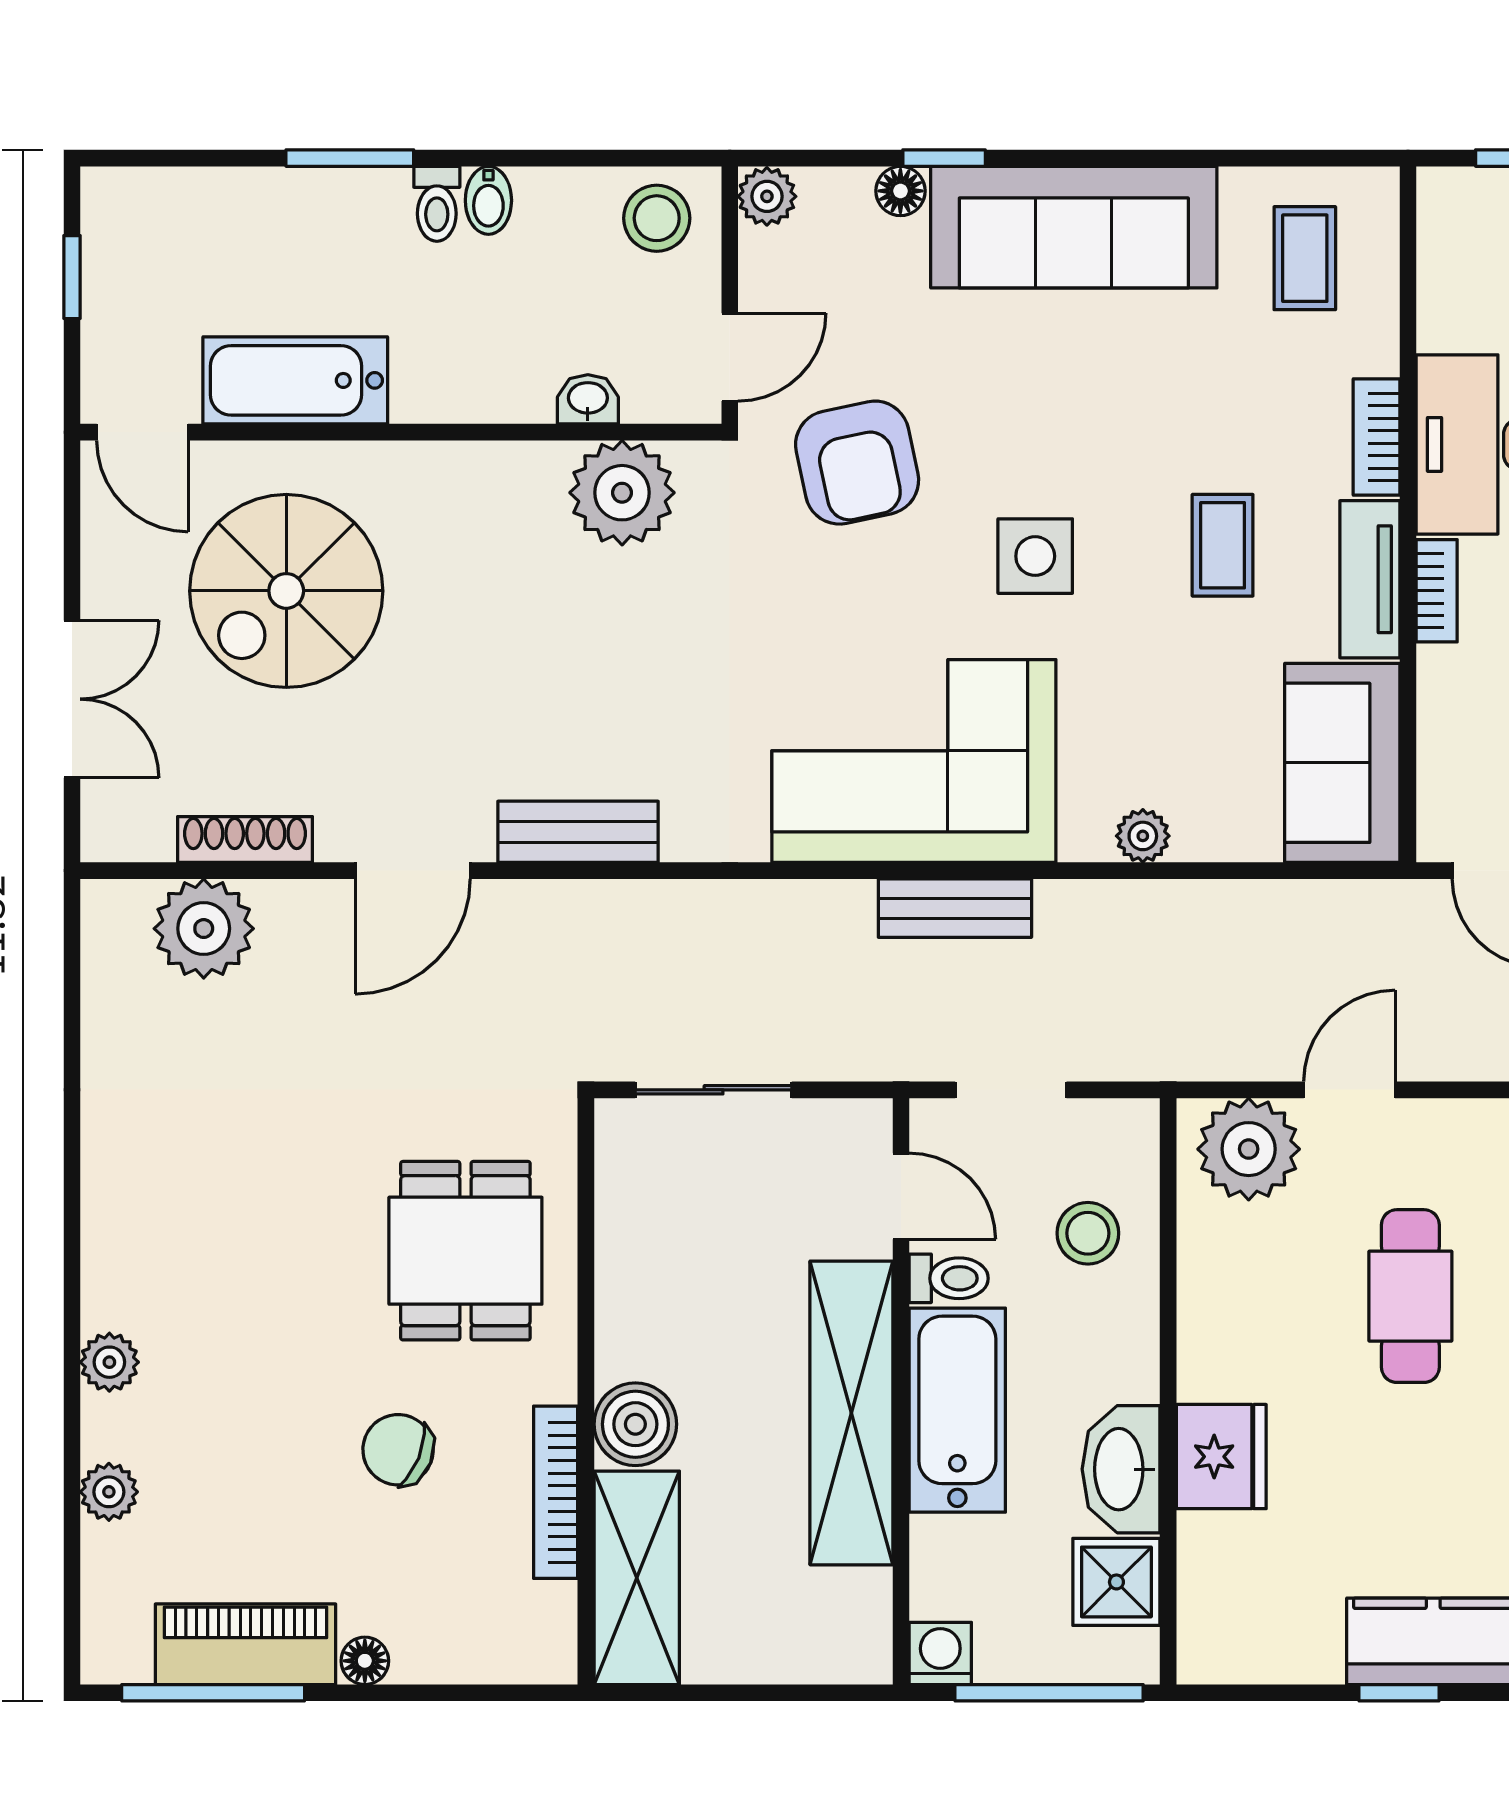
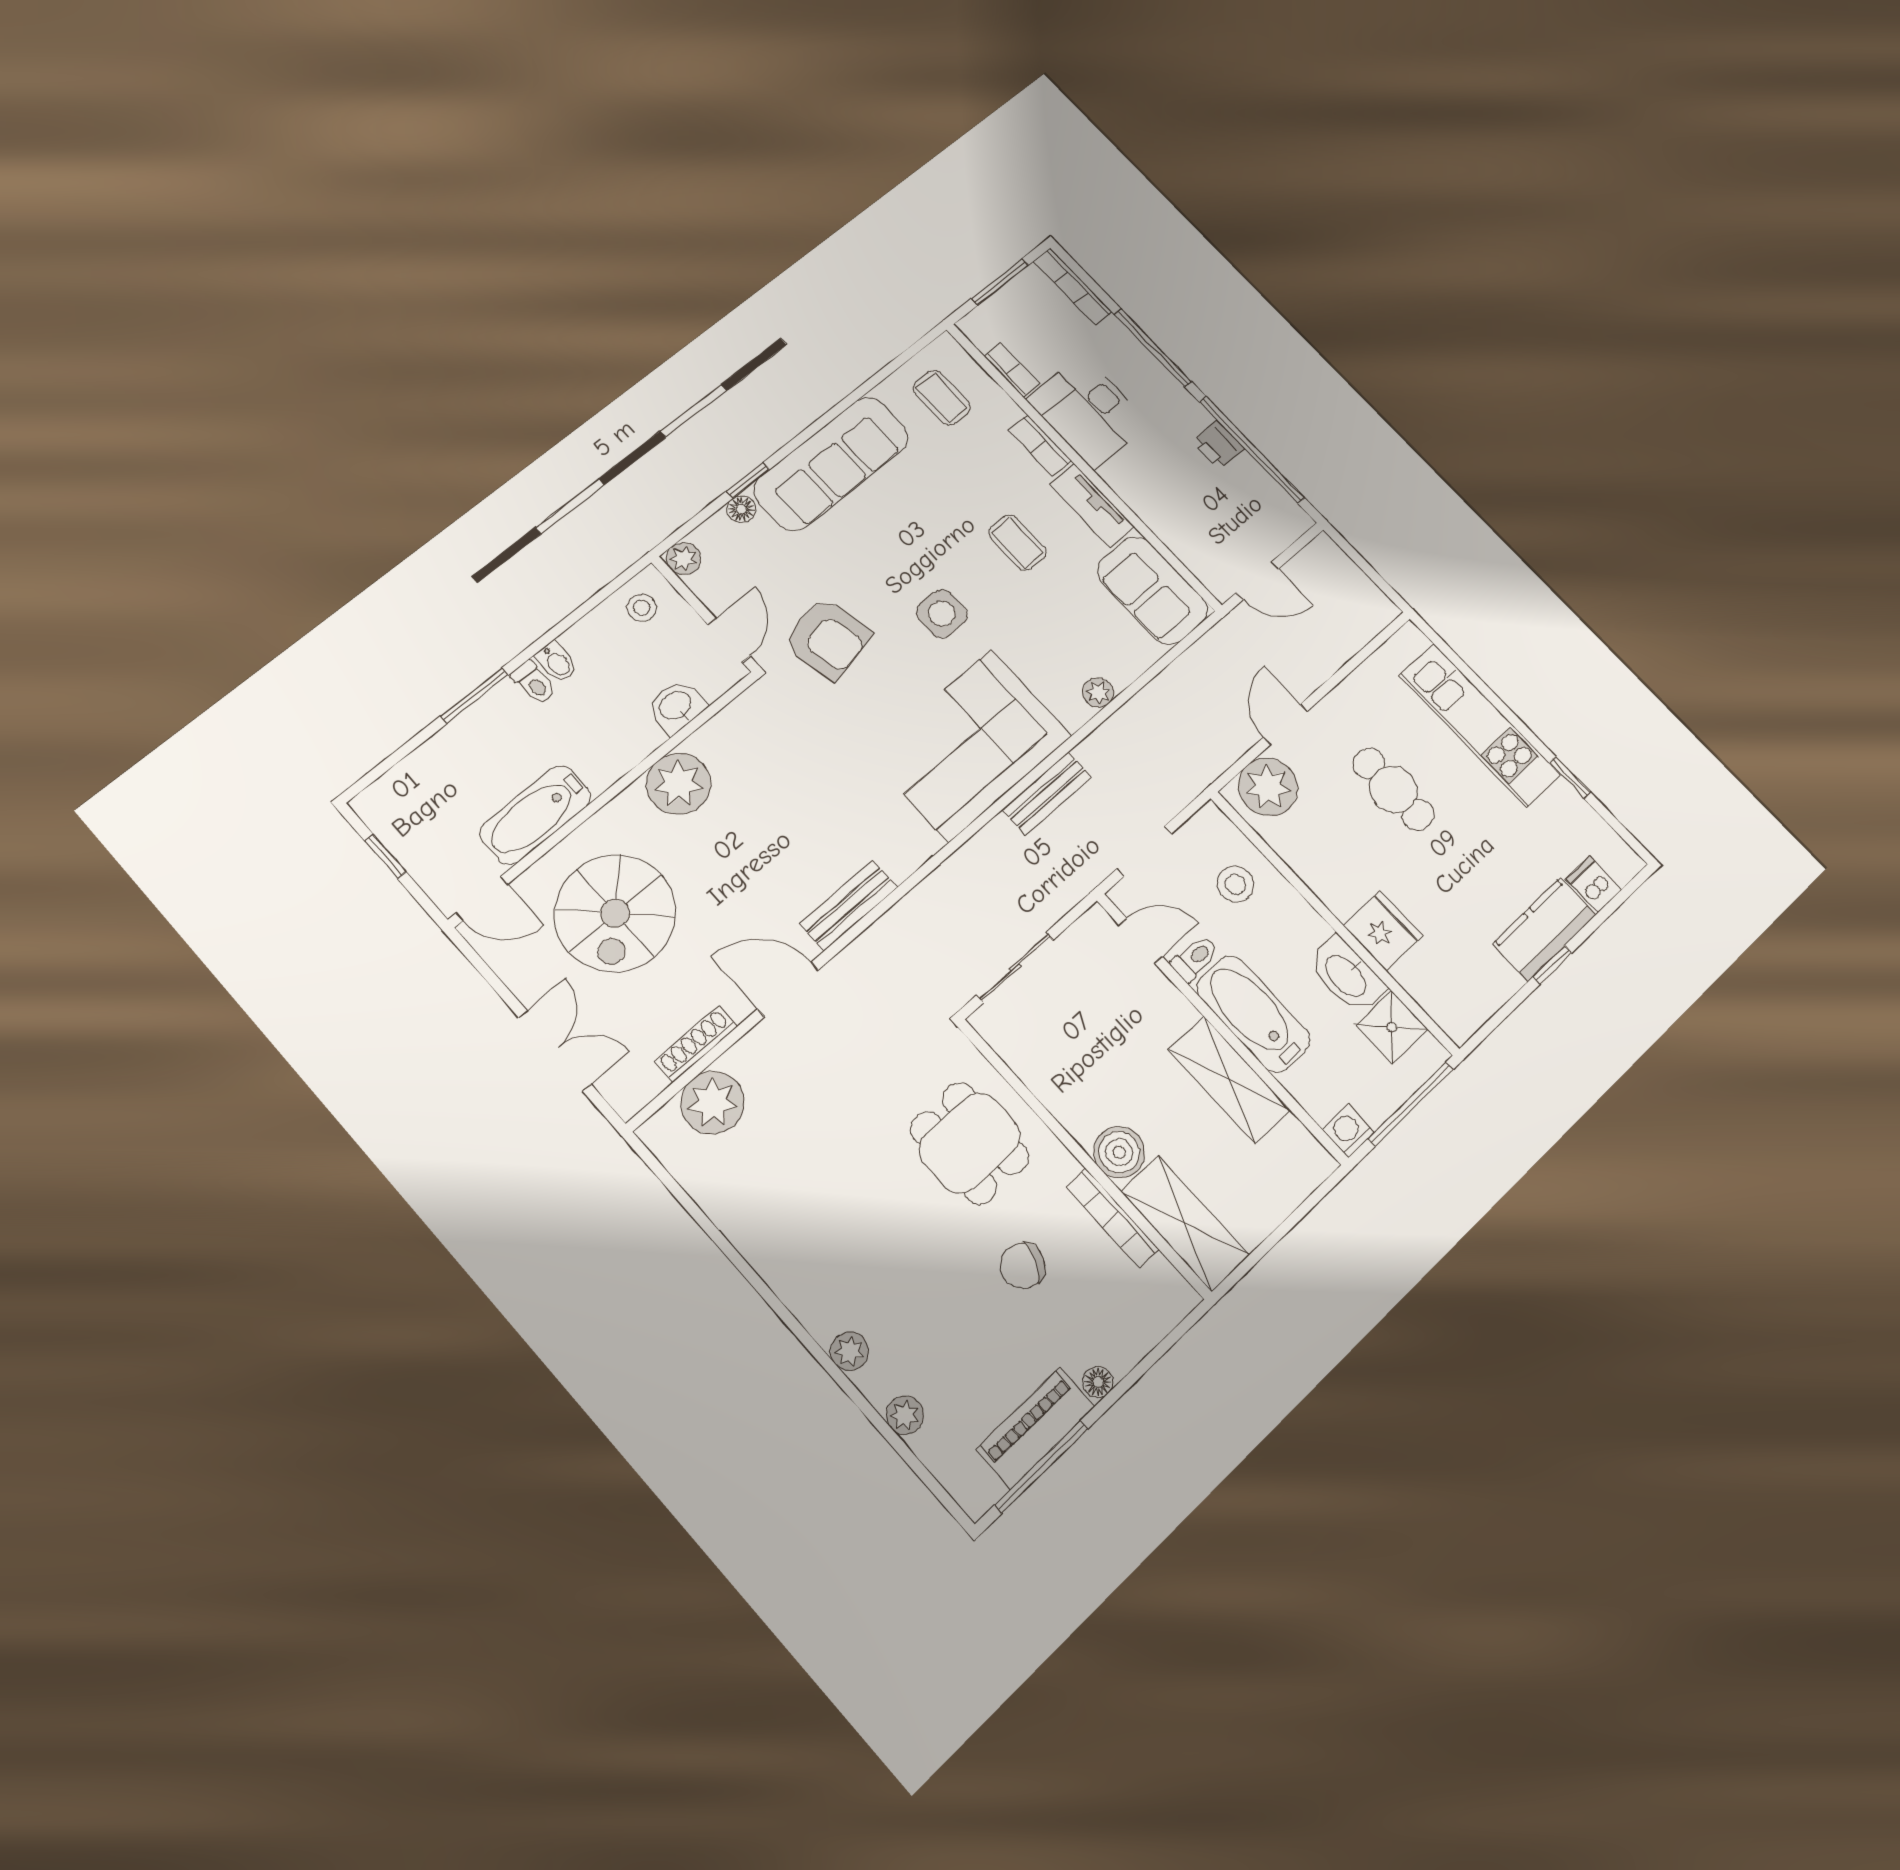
stool: (657, 218) -> (642, 608), width x0.73, depth x0.73
washbasin: (588, 399) -> (676, 706), width x1.38, depth x1.45
plant: (622, 493) -> (679, 784), moved
bookcase: (1437, 591) -> (1012, 370), moved
door: (413, 871) -> (788, 989), swing flipped
shelving: (851, 1413) -> (1229, 1080), width x0.68

